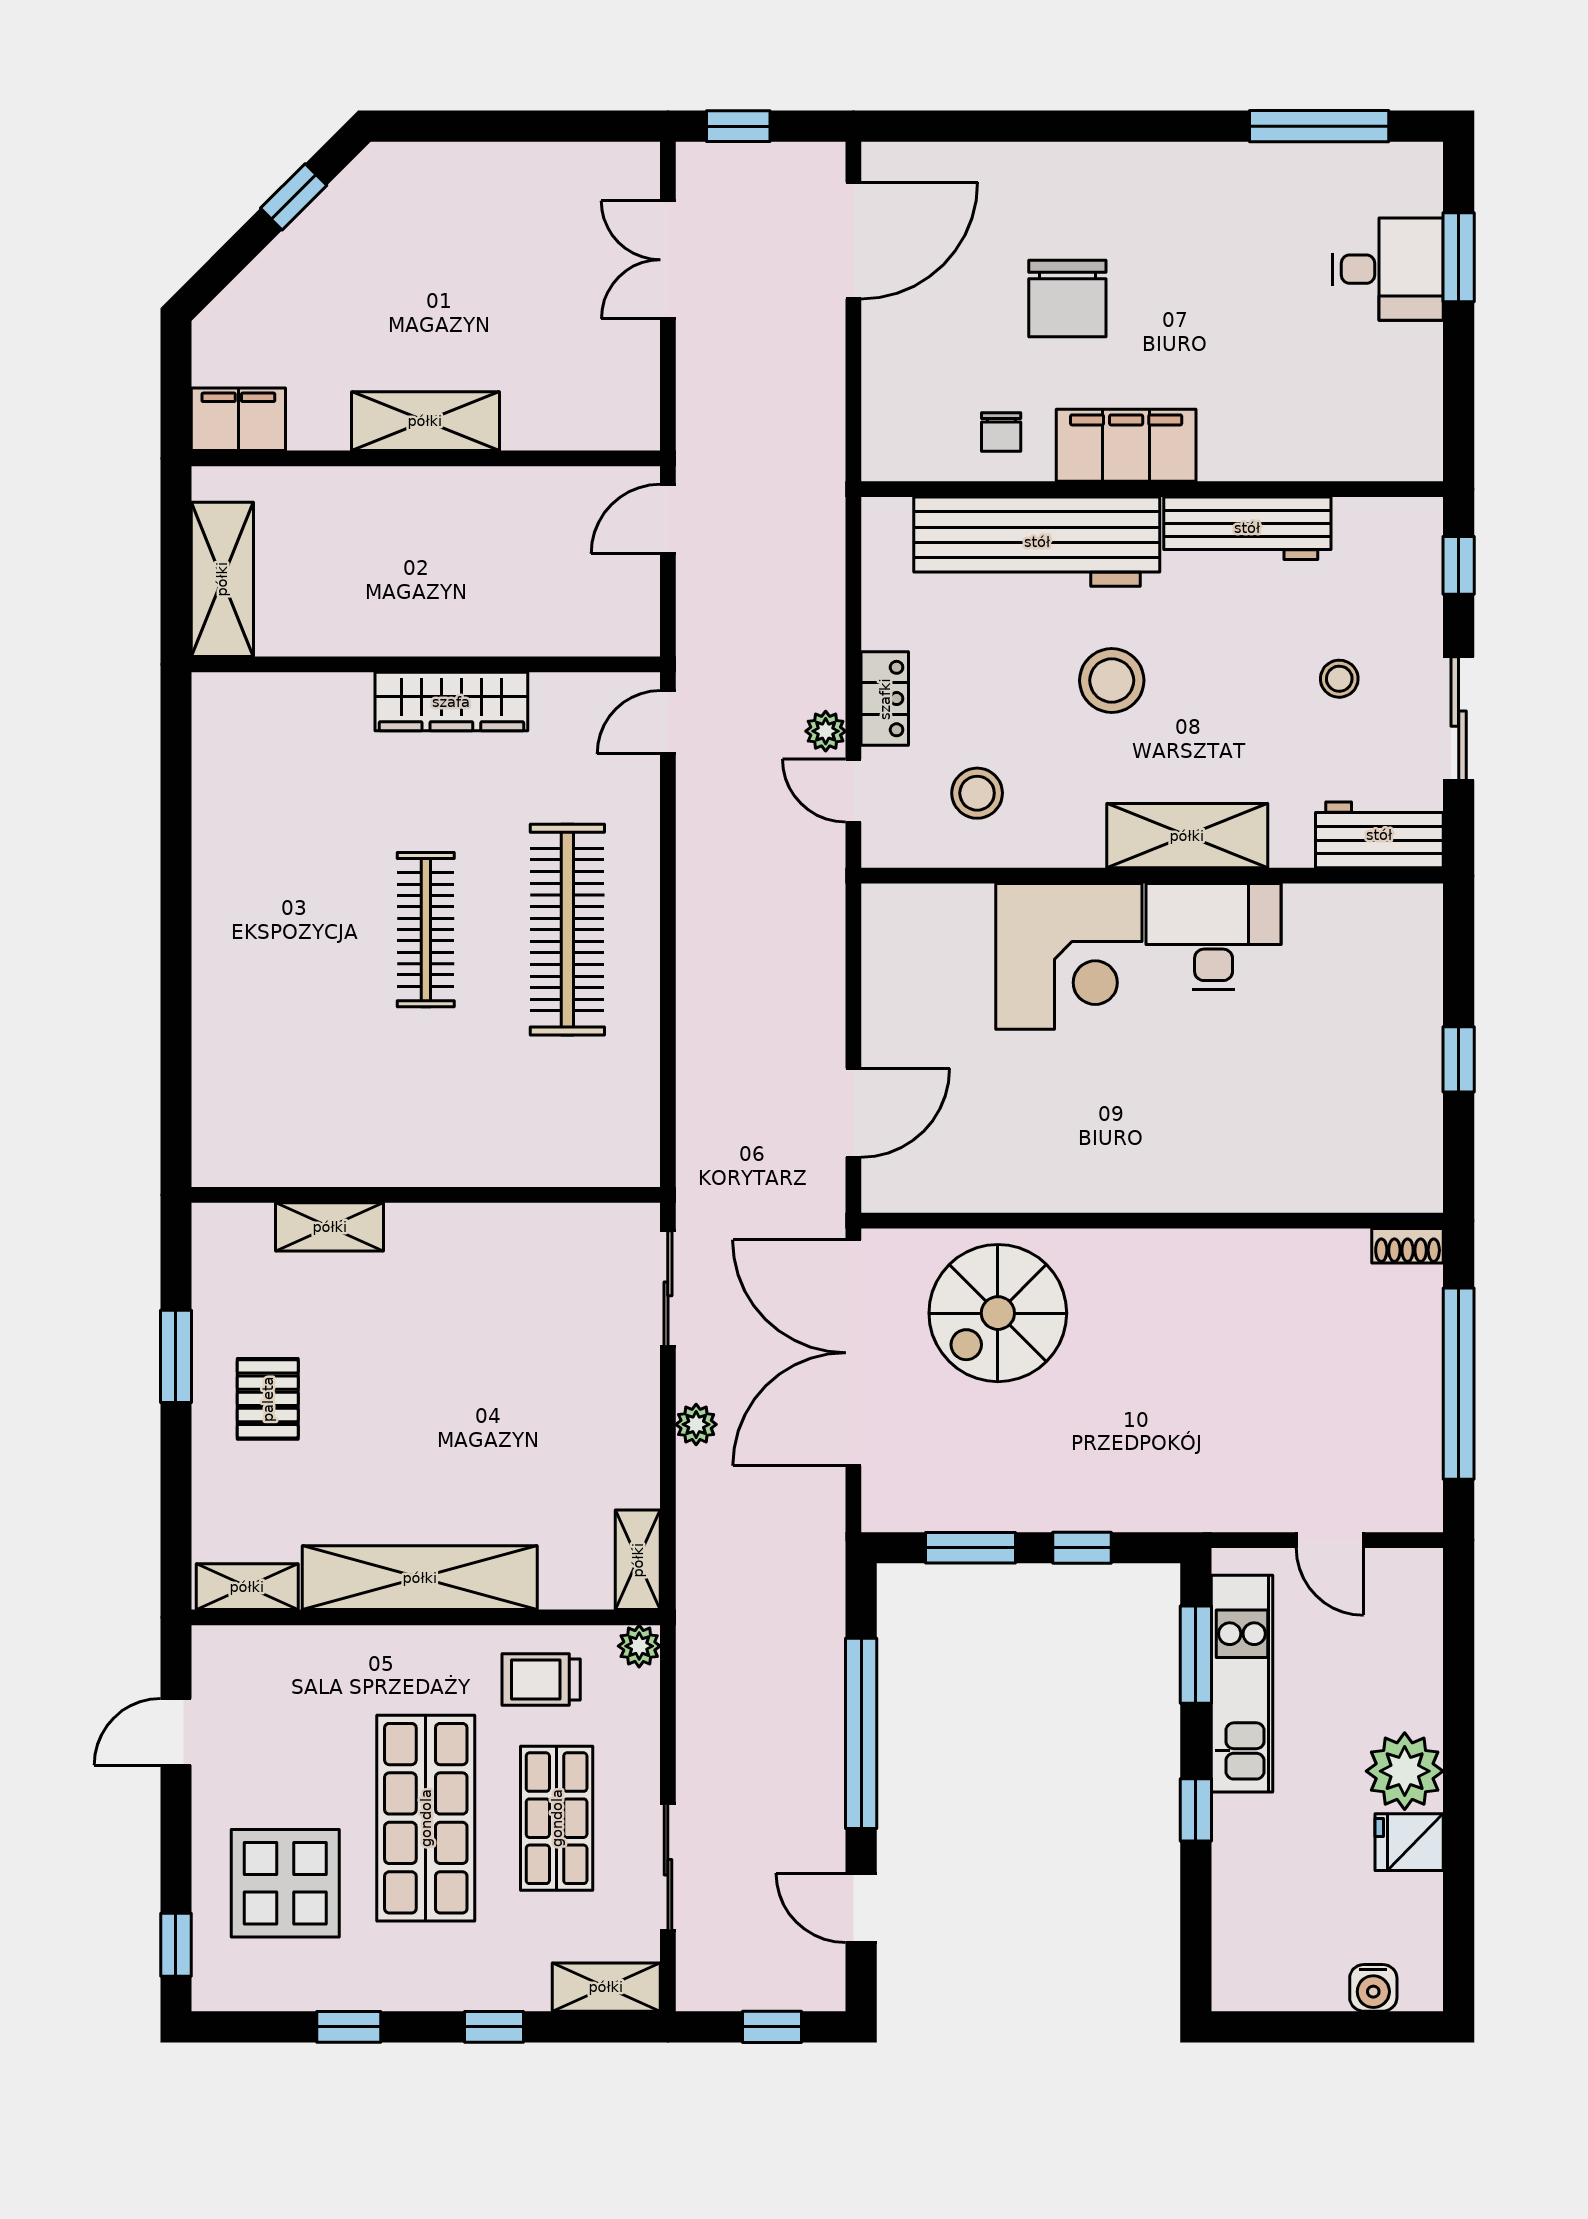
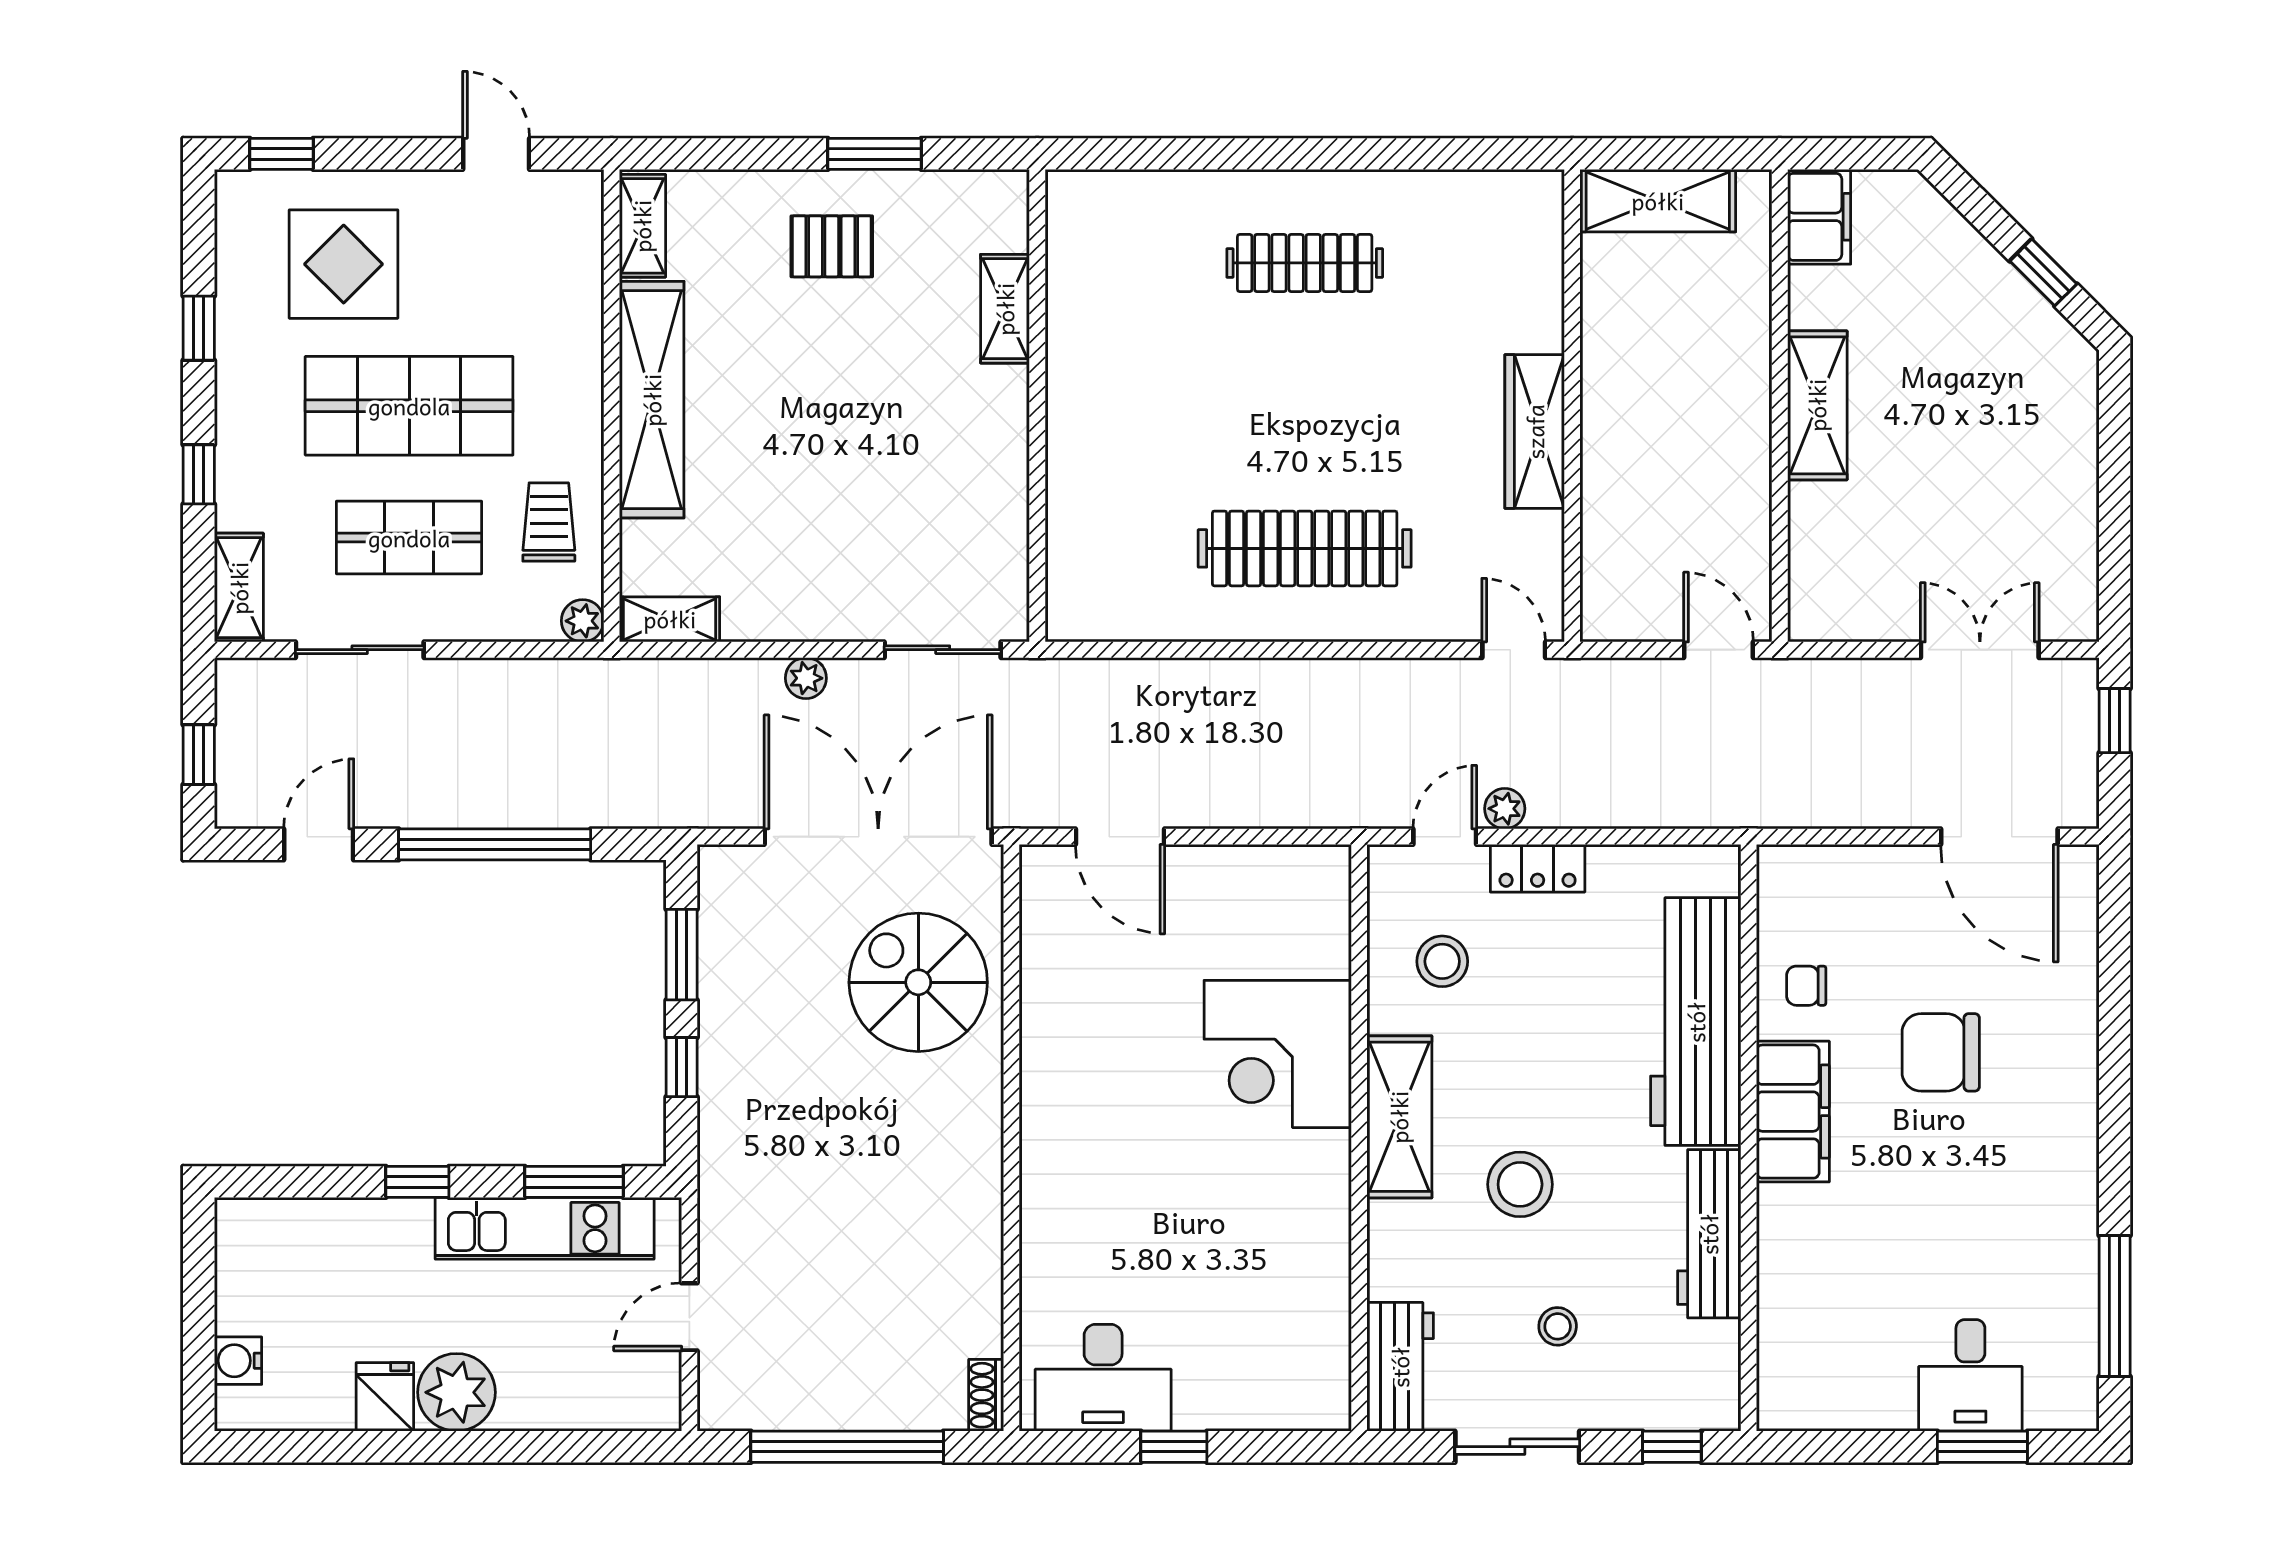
stool: (1112, 680) -> (1520, 1184), moved
shelving: (1187, 836) -> (1399, 1117), moved
clothes rail: (426, 930) -> (1305, 263), moved
desk: (1214, 936) -> (1103, 1378), moved, turned 90

